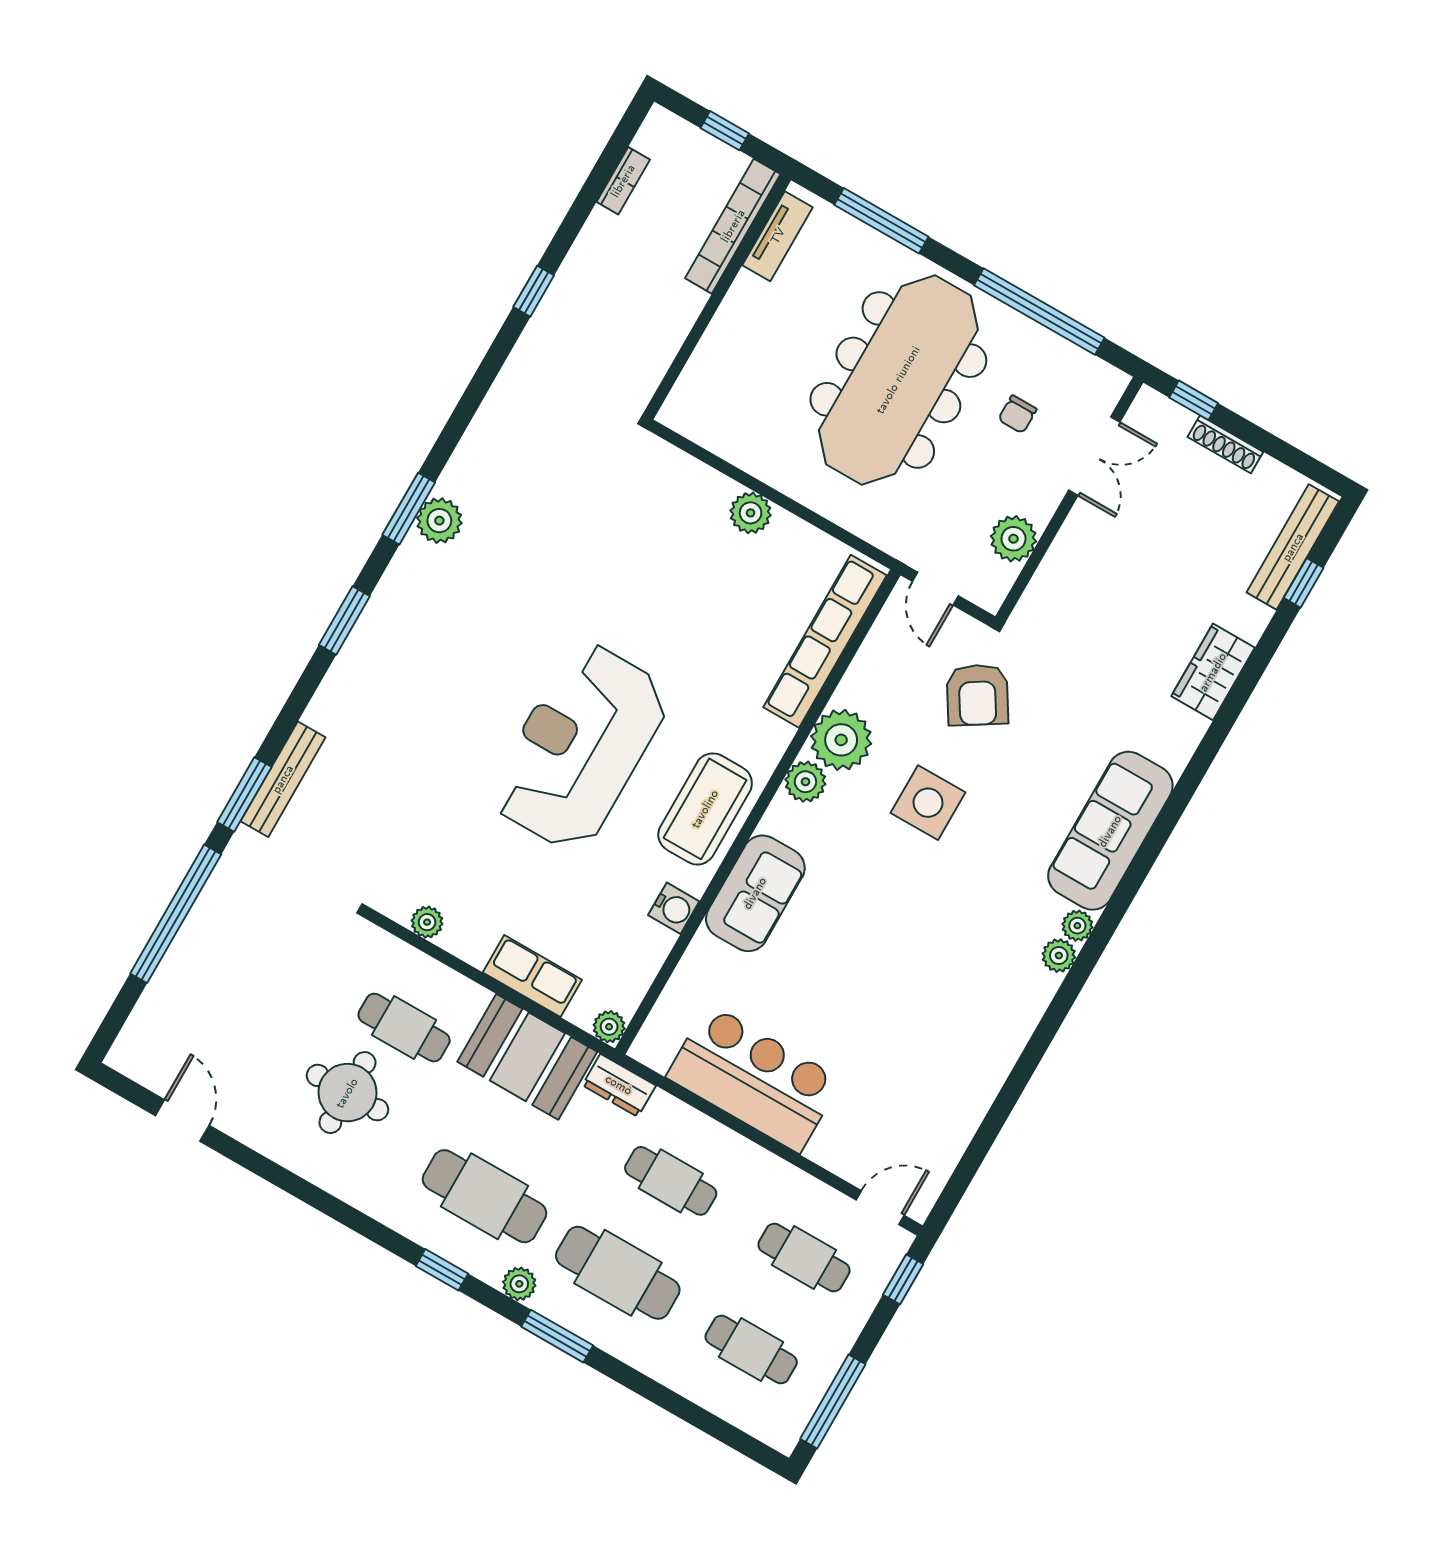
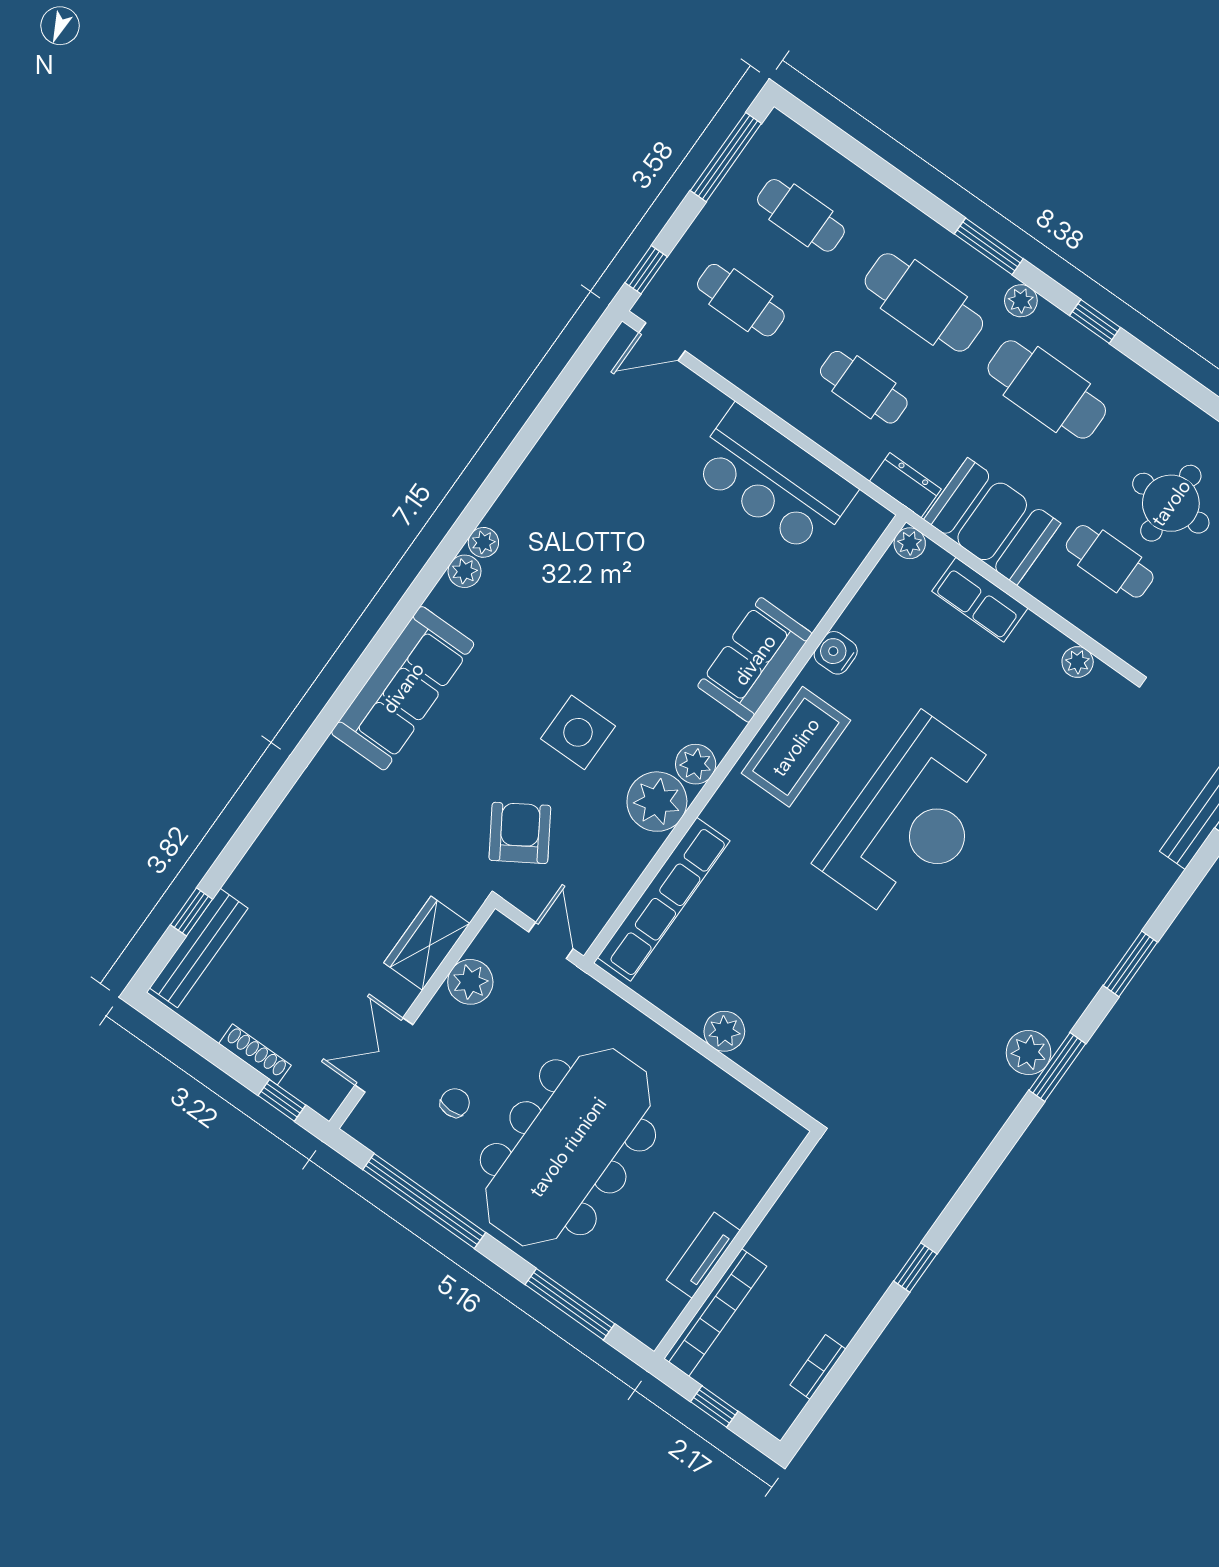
tv unit: (778, 236) -> (703, 1255), moved
wardrobe: (1213, 672) -> (427, 943), moved, turned 180
plant: (1077, 926) -> (483, 542), moved

